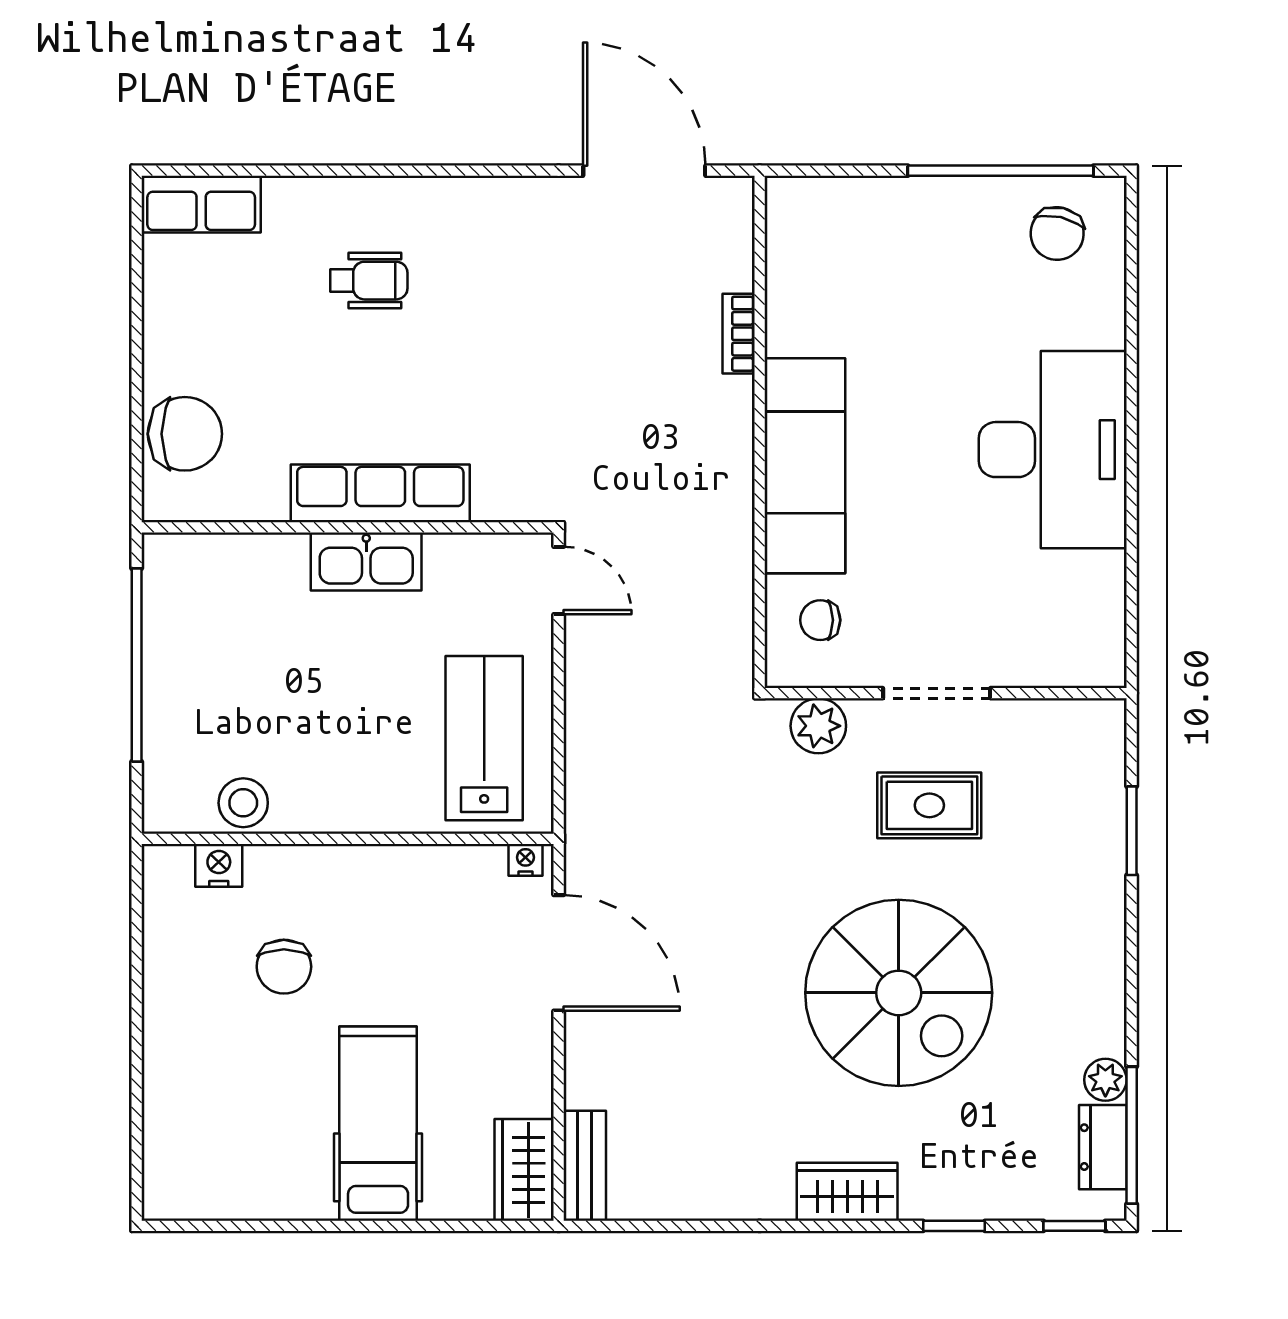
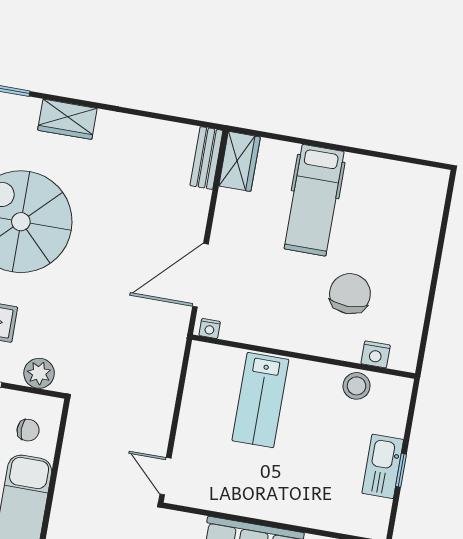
kitchen sink: (366, 561) -> (383, 466), moved, turned -90
window: (137, 665) -> (401, 470), width x0.32
lab bench: (484, 738) -> (260, 400), moved
door: (559, 953) -> (200, 275), hinge flipped
chair: (284, 967) -> (350, 294), width x1.37, depth x1.37

